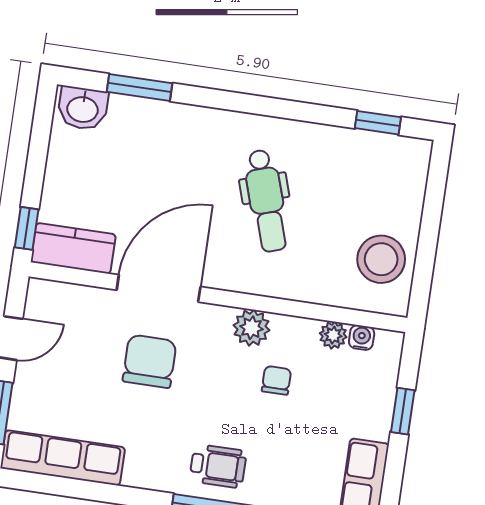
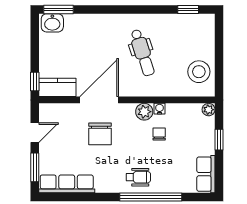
window: (140, 88) -> (59, 10), moved
plant: (333, 335) -> (209, 110), moved
water cooler: (362, 337) -> (159, 109), moved
chair: (150, 361) -> (100, 134), turned 180

